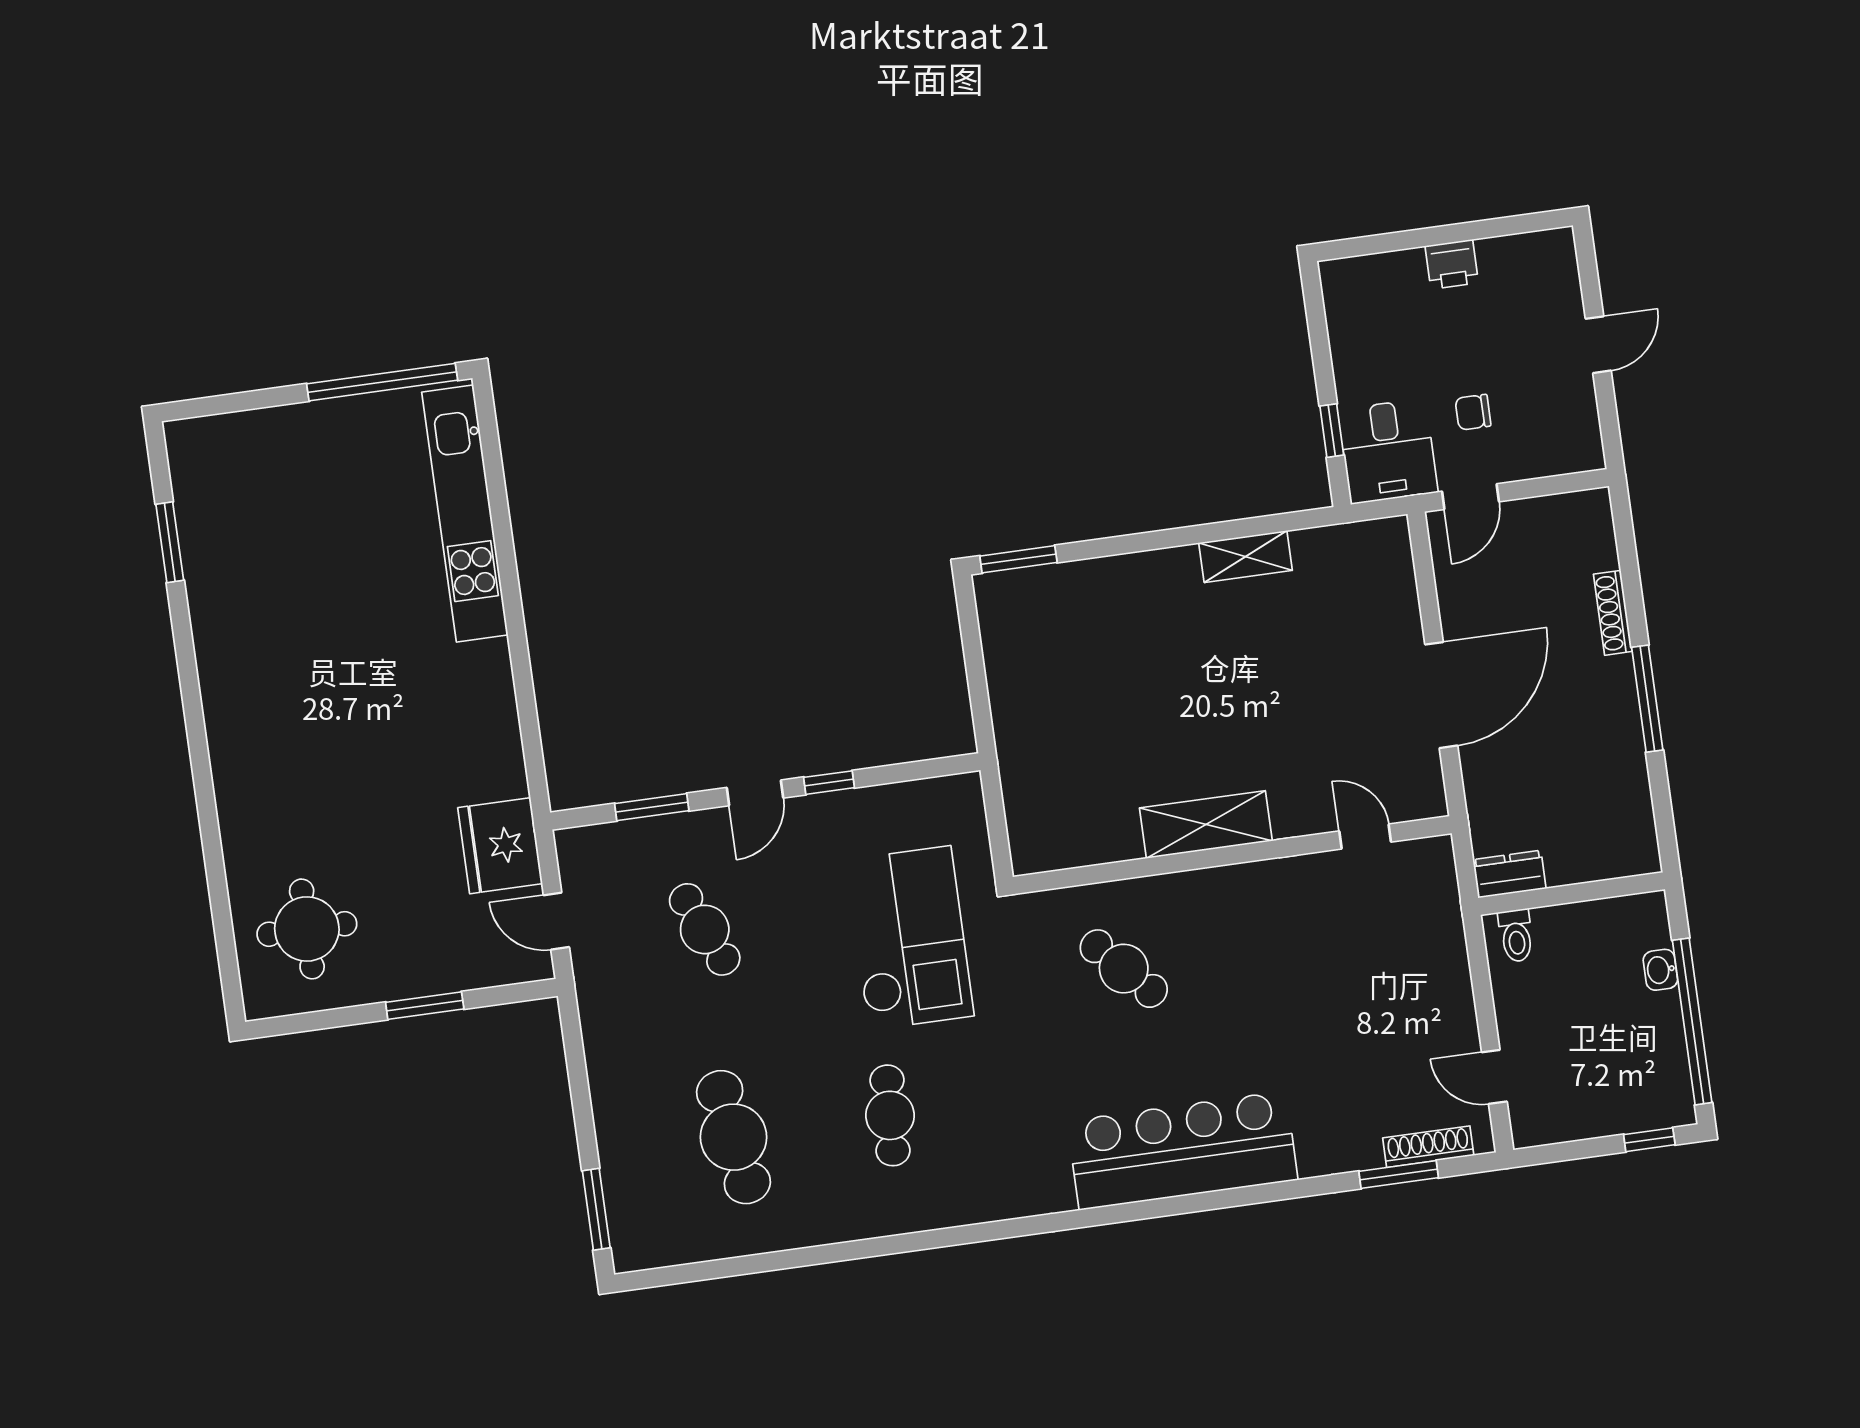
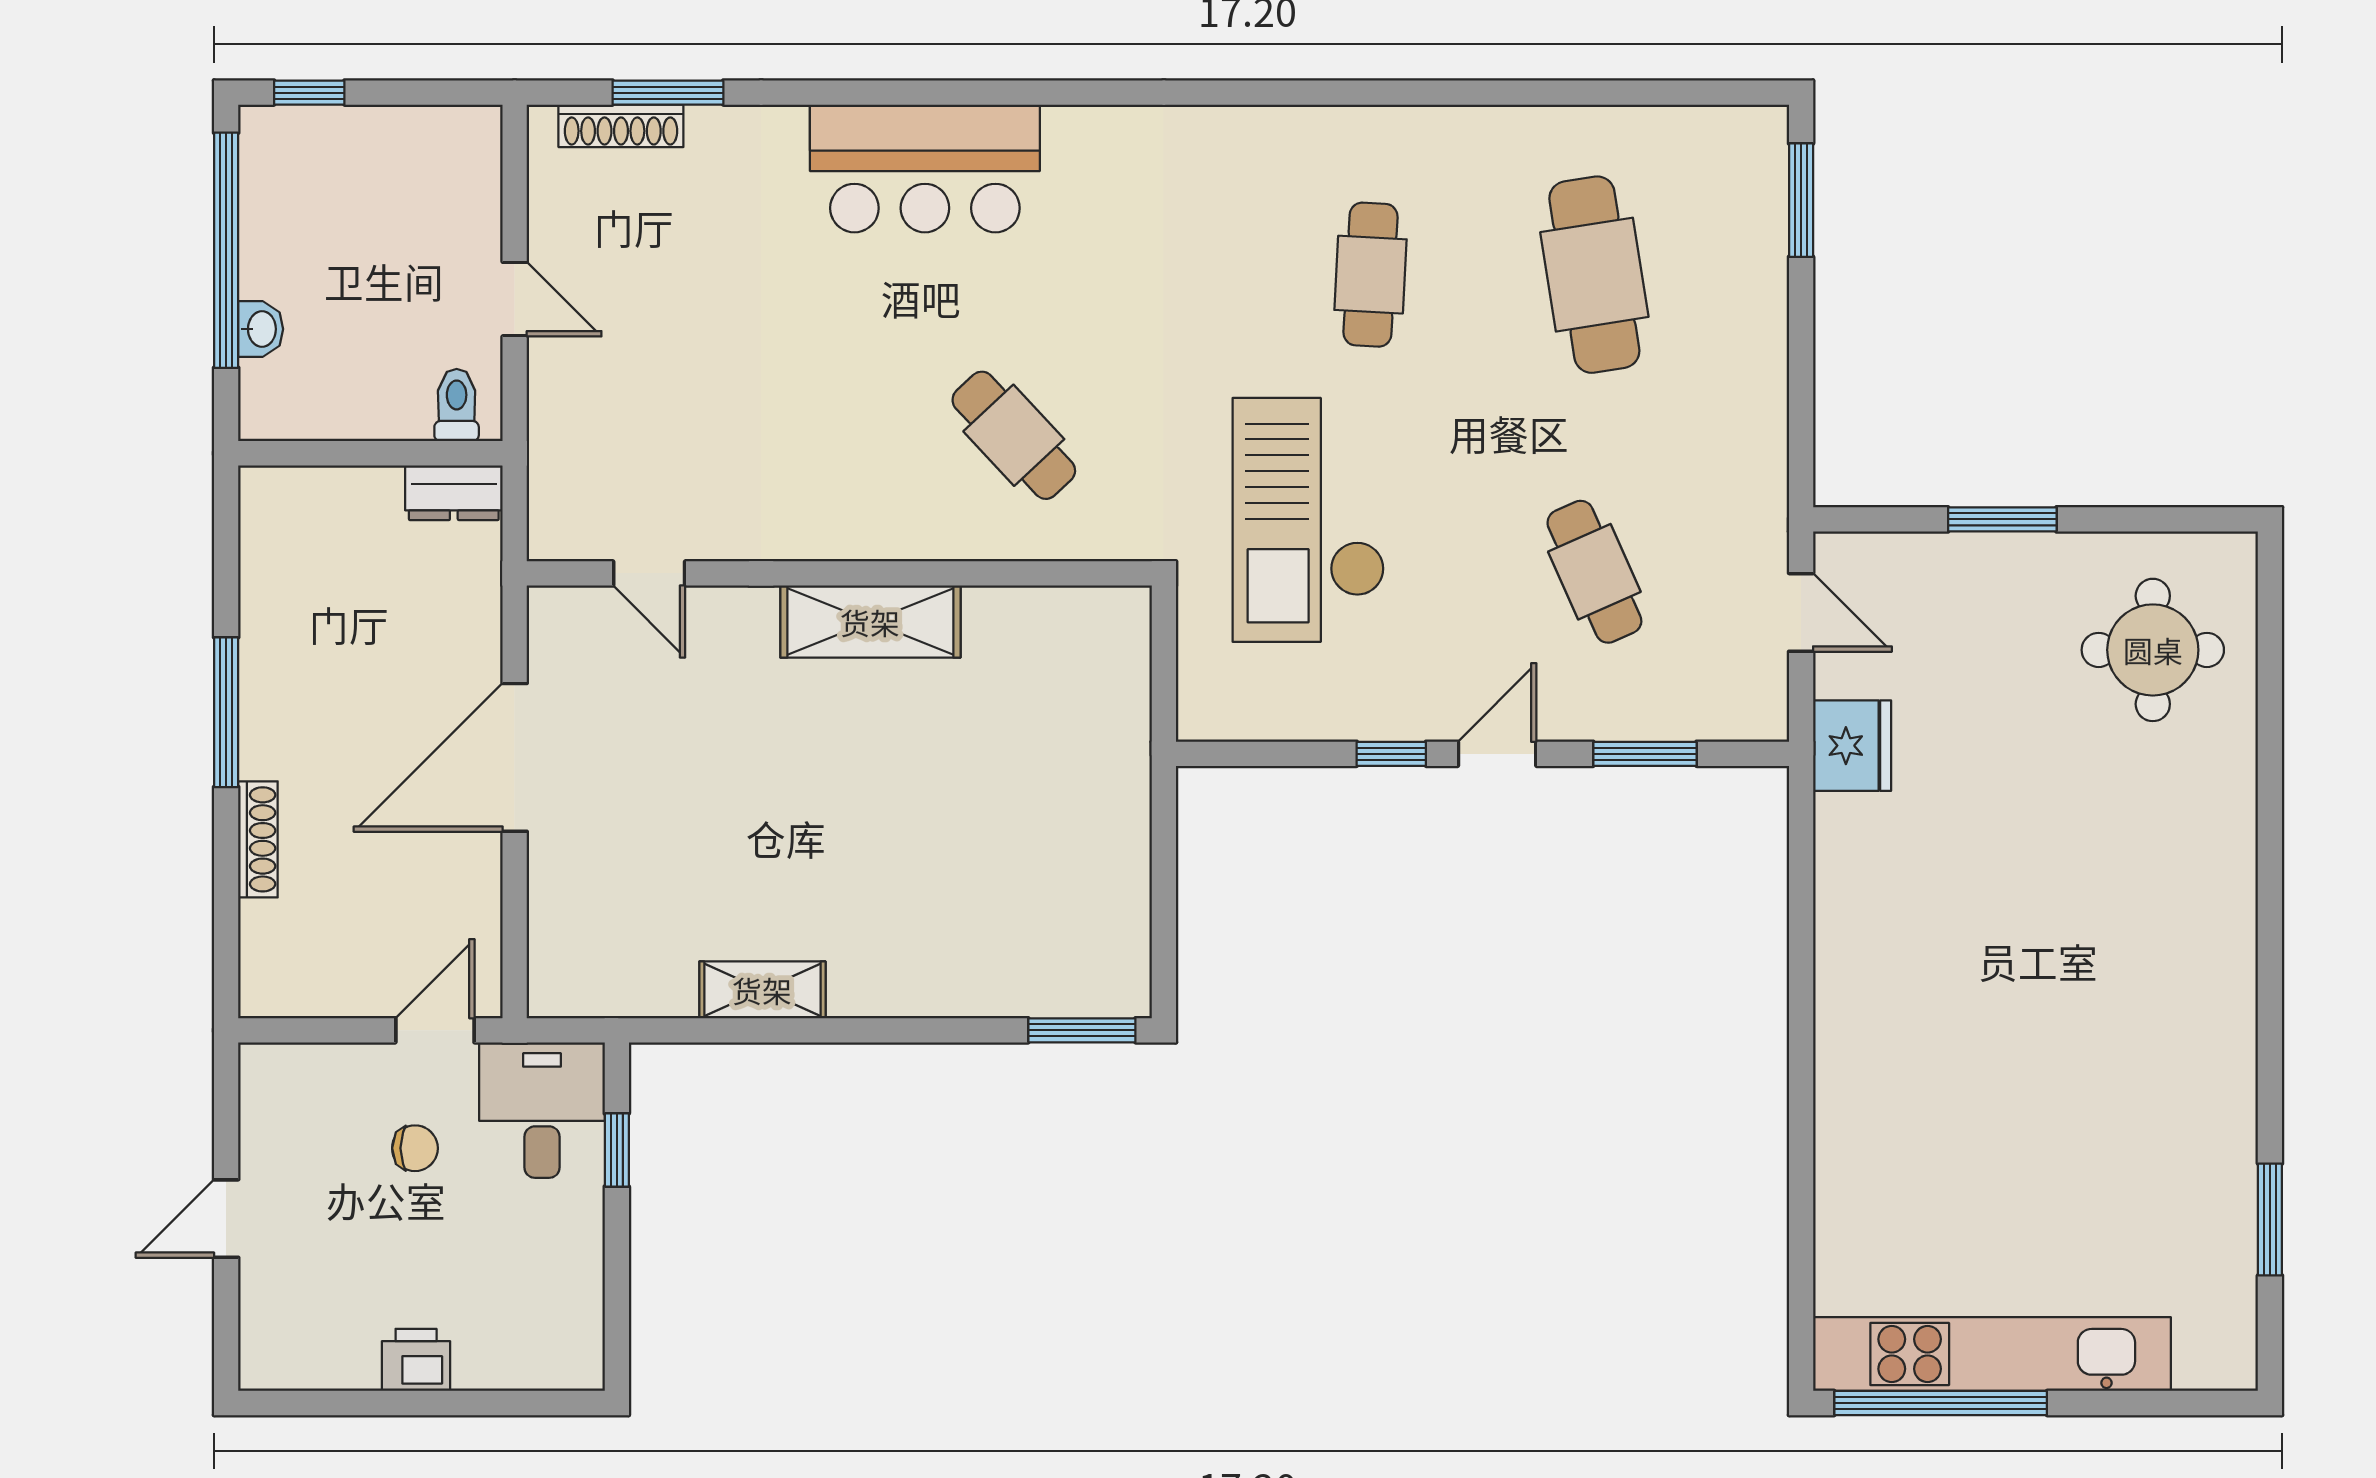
kitchen unit: (465, 514) -> (1992, 1354), moved, turned -90
fridge: (500, 846) -> (1852, 746), width x0.73, depth x0.75
door: (1494, 1077) -> (515, 299), moved
bar counter: (1182, 1150) -> (925, 168), width x0.73

